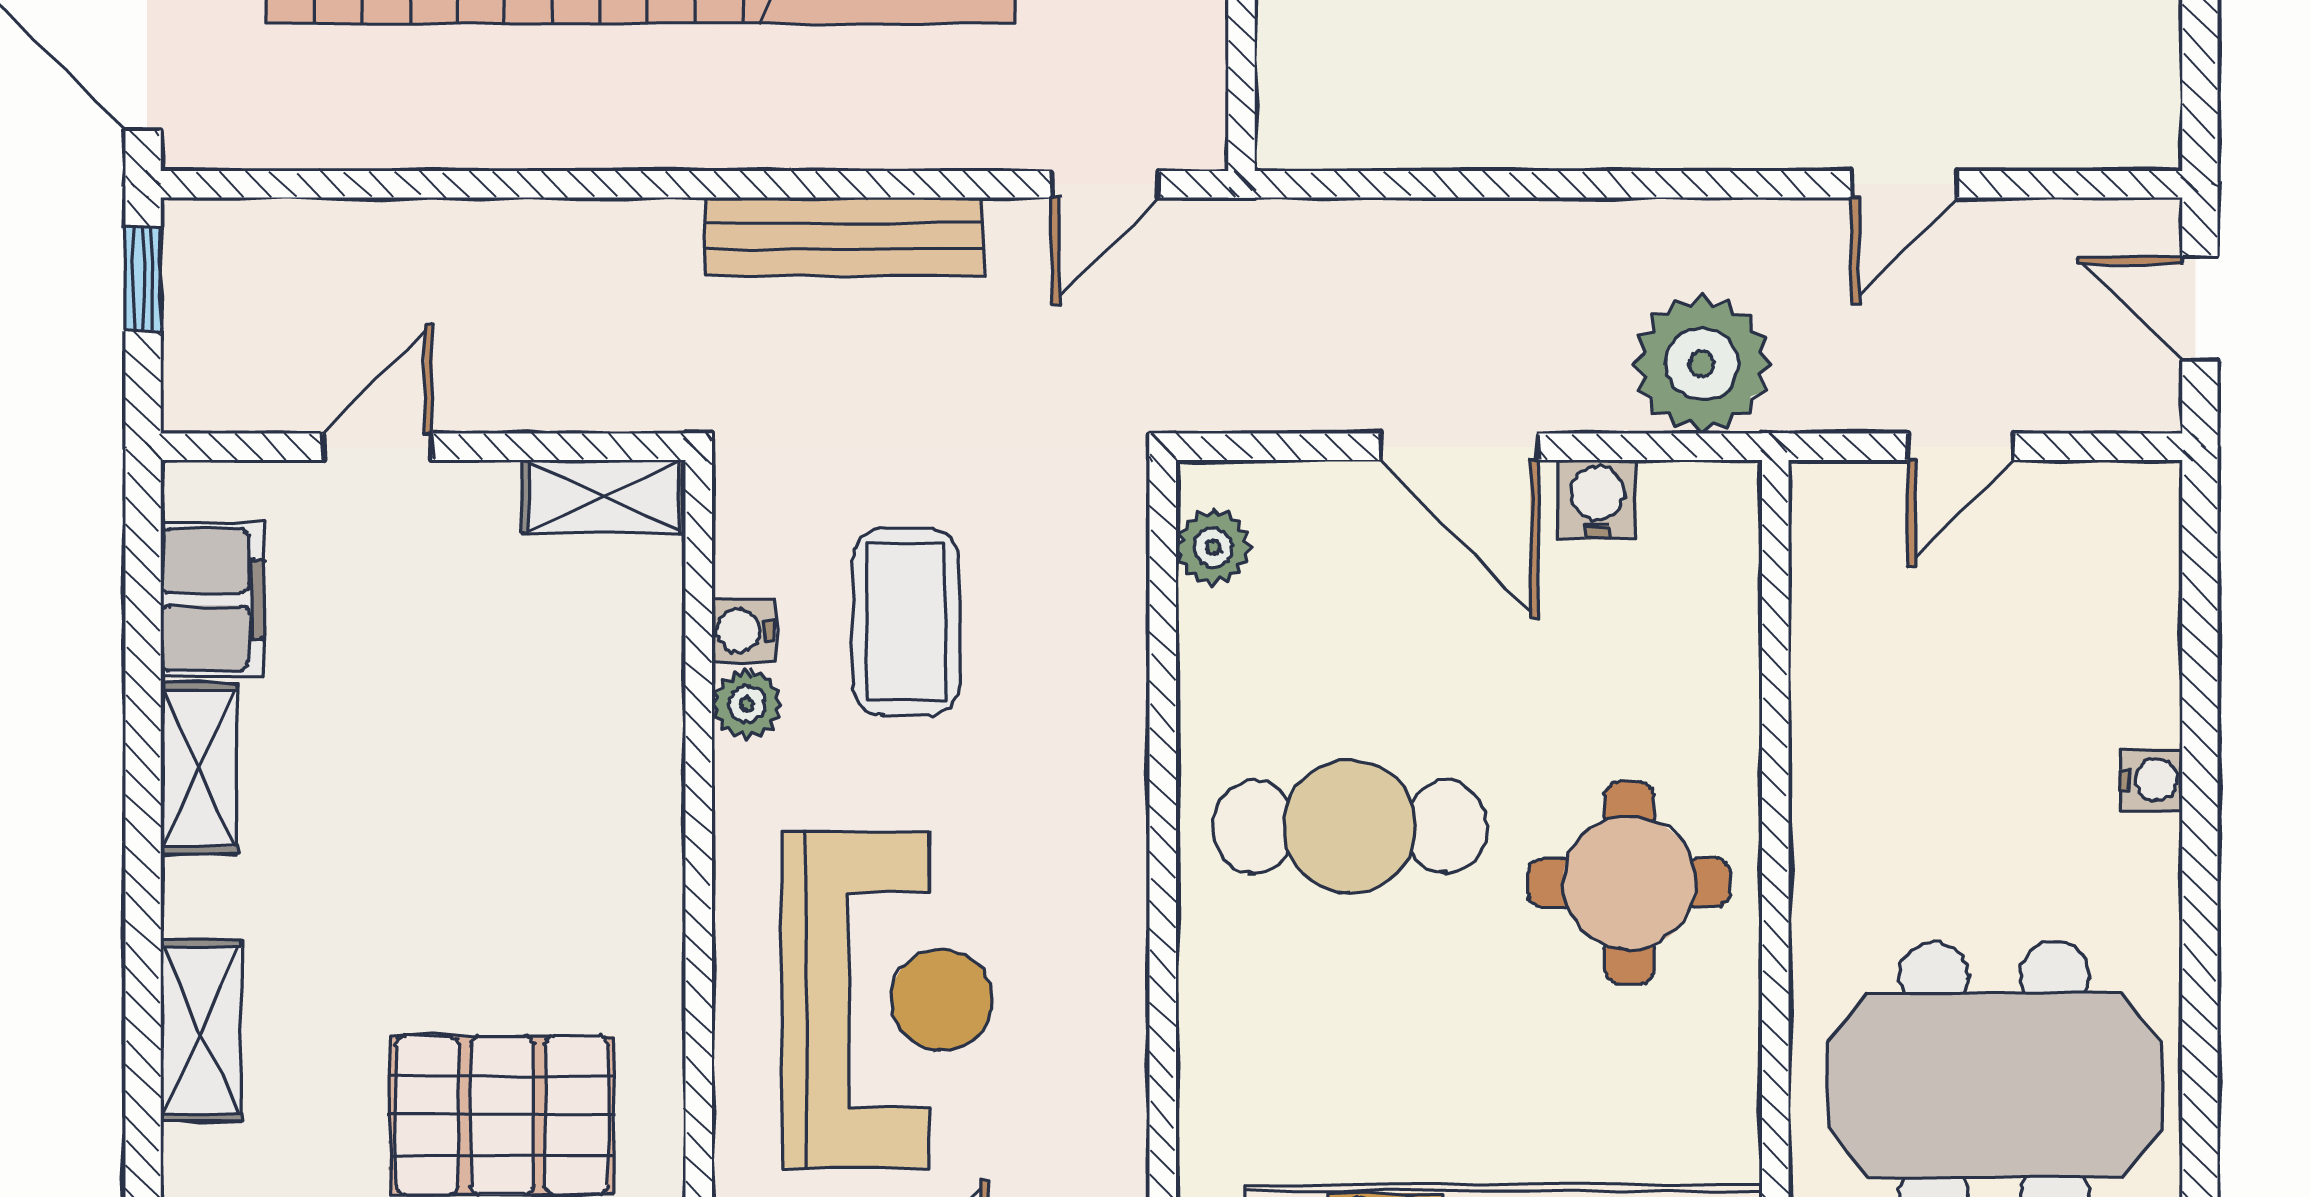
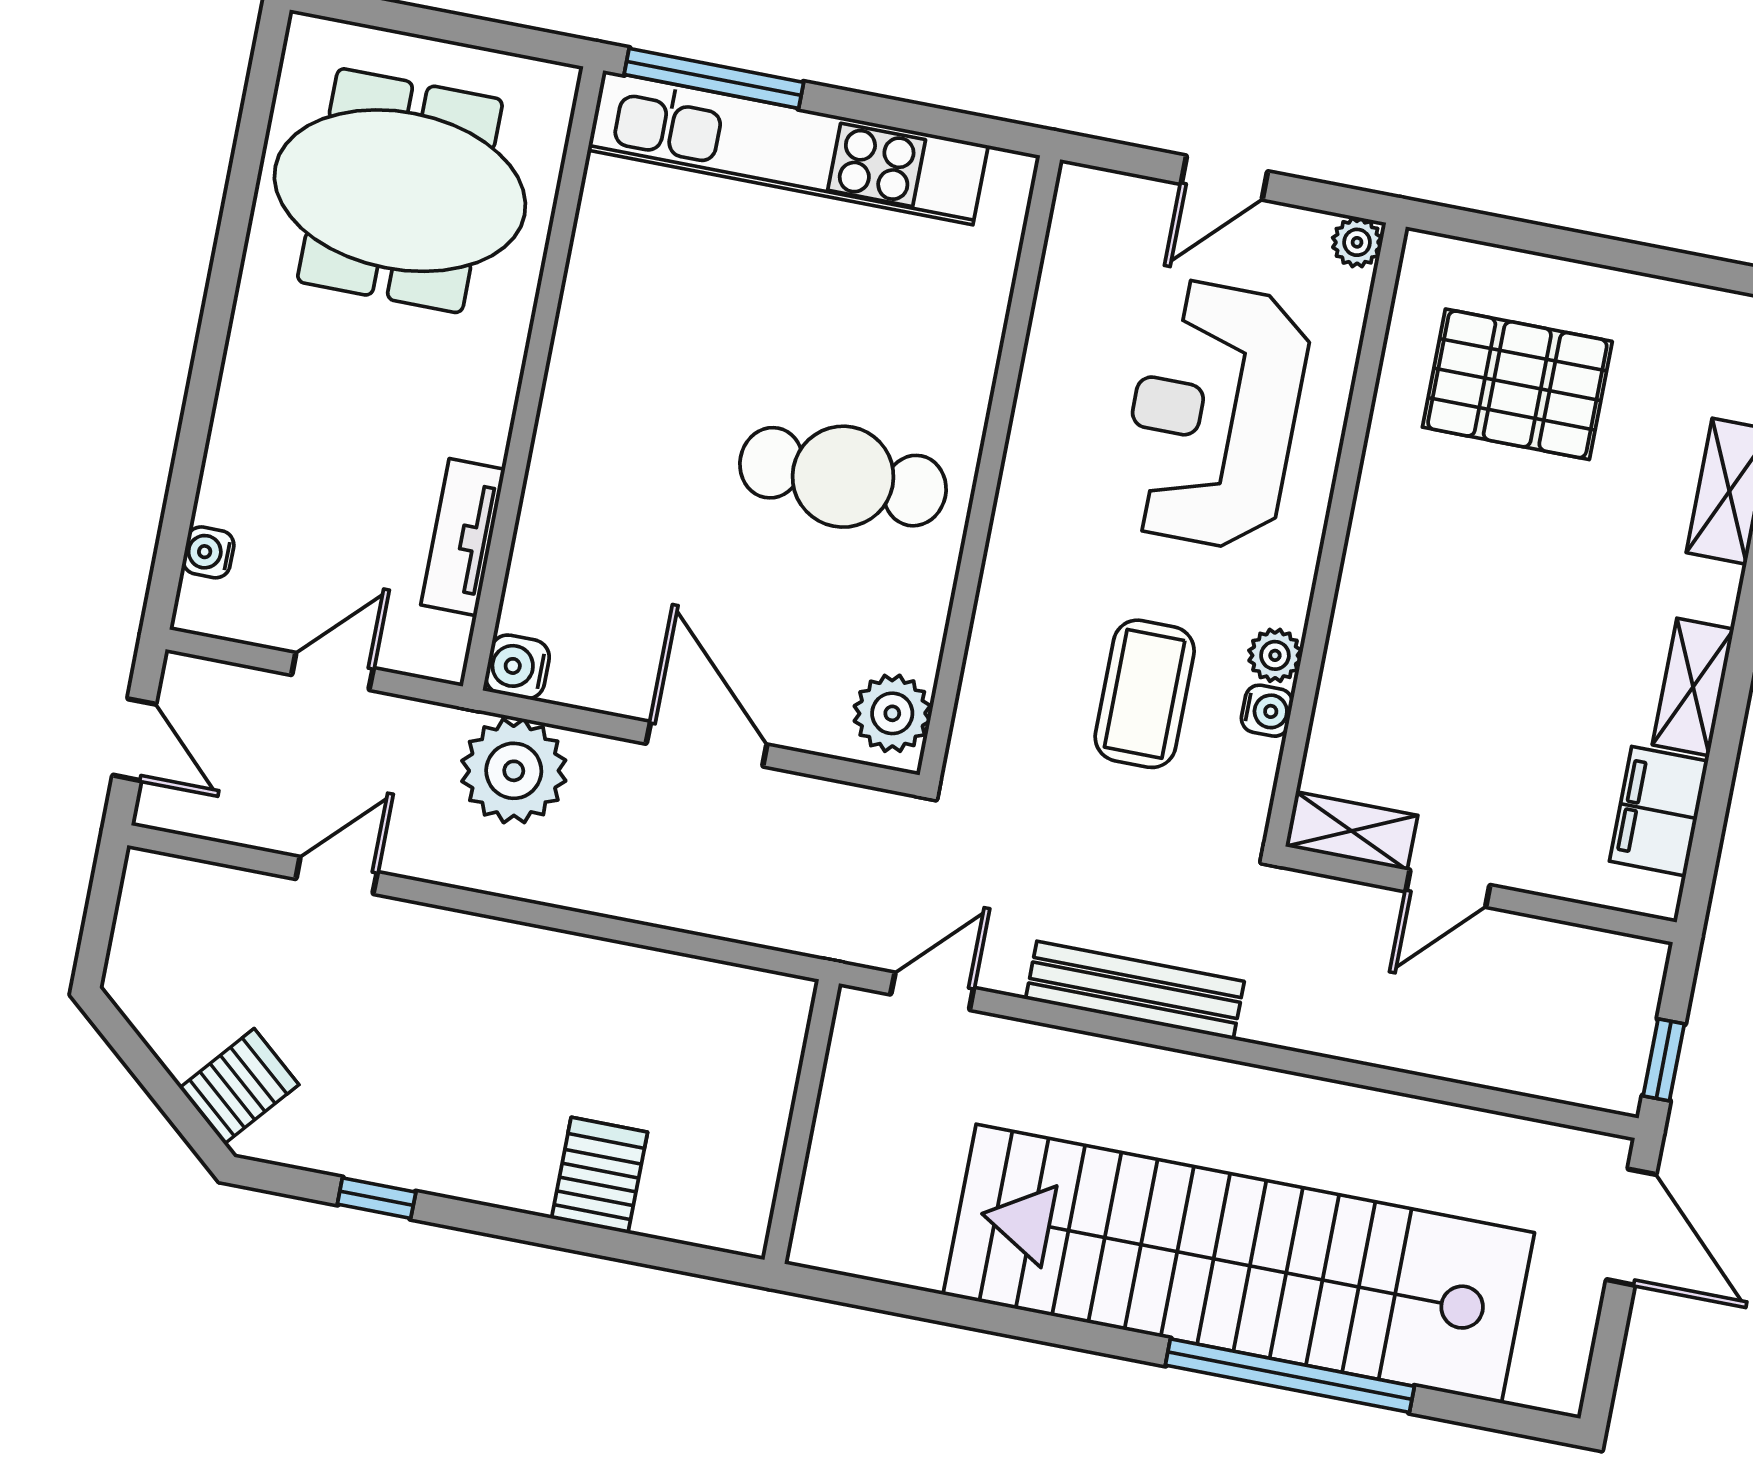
door: (378, 447) -> (1448, 888), moved
water cooler: (1597, 499) -> (517, 667), moved, turned 90
plant: (1213, 547) -> (892, 713), width x1.38, depth x1.38
tv unit: (1826, 653) -> (463, 537), added
water cooler: (2151, 780) -> (208, 552), moved
round table: (1629, 883) -> (643, 394), removed

